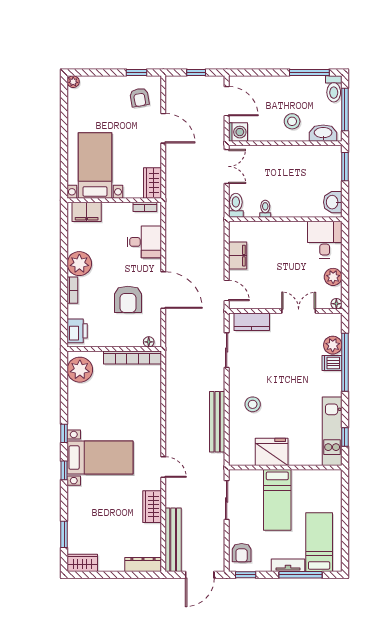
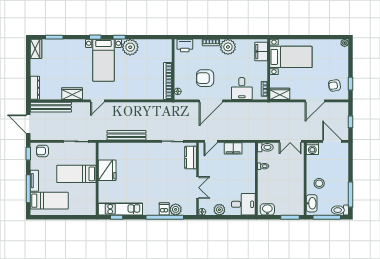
door: (227, 101) -> (332, 141), swing flipped
plant: (80, 370) -> (130, 47), moved
stool: (253, 404) -> (138, 158), removed

